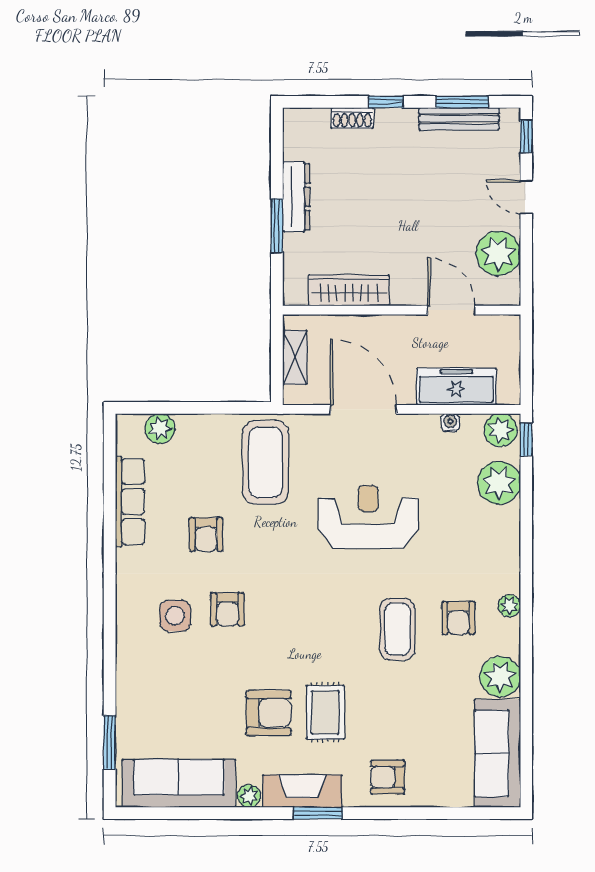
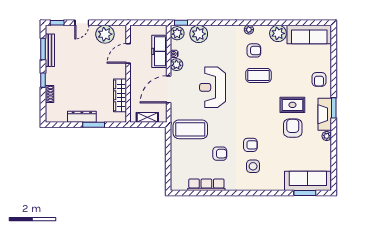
plant: (160, 428) -> (176, 65), moved
sofa: (179, 783) -> (308, 181), moved, turned 90

